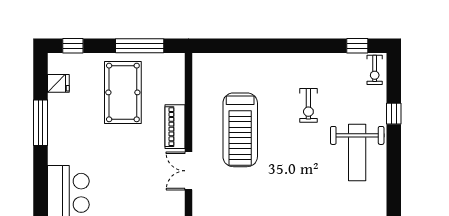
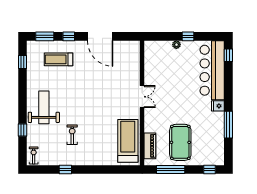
window: (357, 46) -> (65, 170), moved
fridge: (58, 83) -> (218, 106), moved
piano: (175, 127) -> (150, 146), moved
treadmill: (240, 130) -> (128, 141), moved

